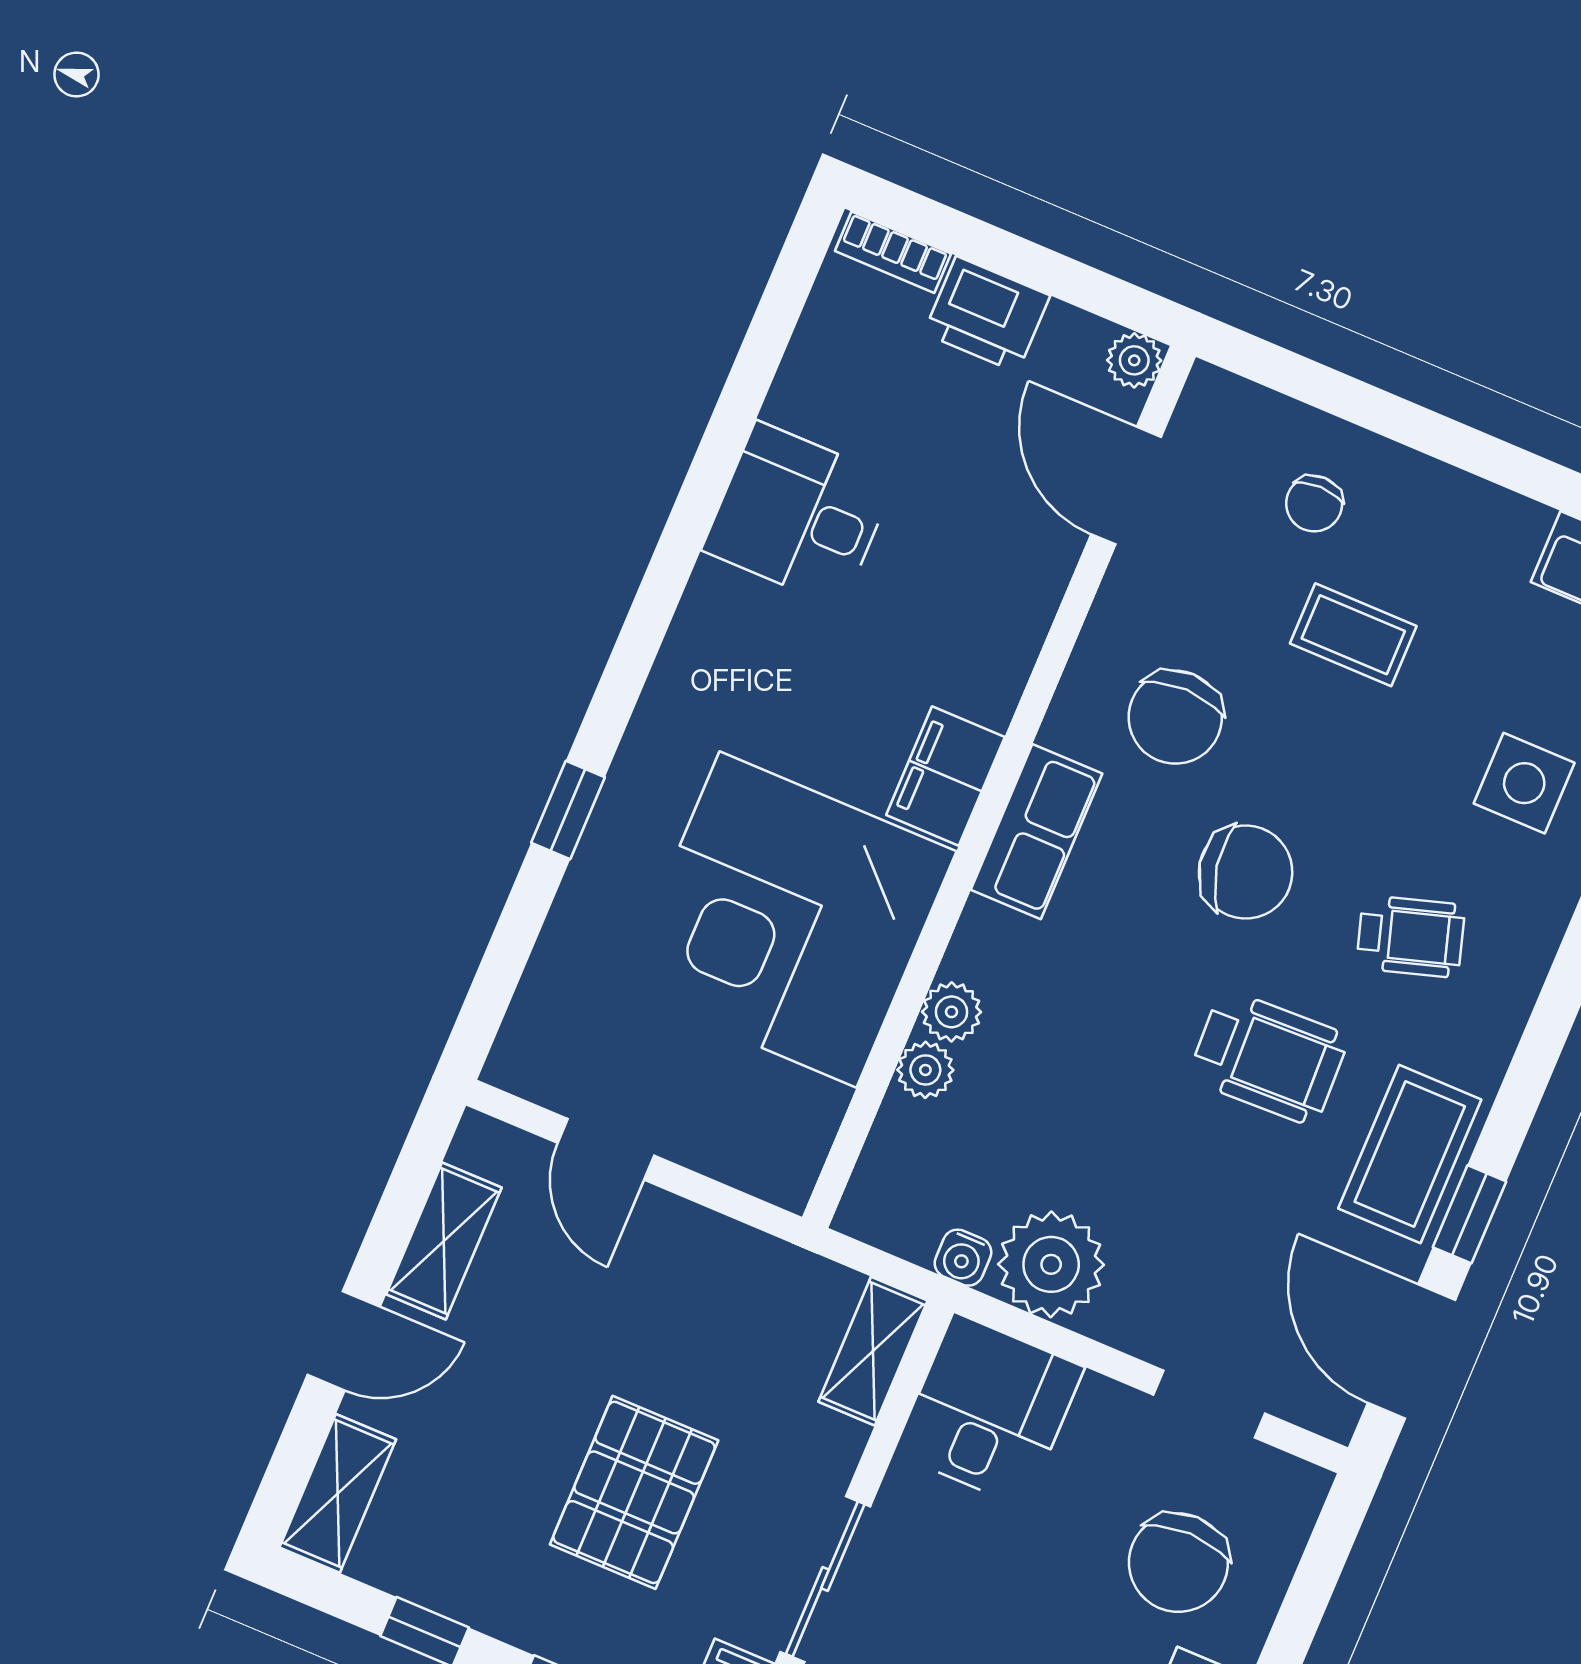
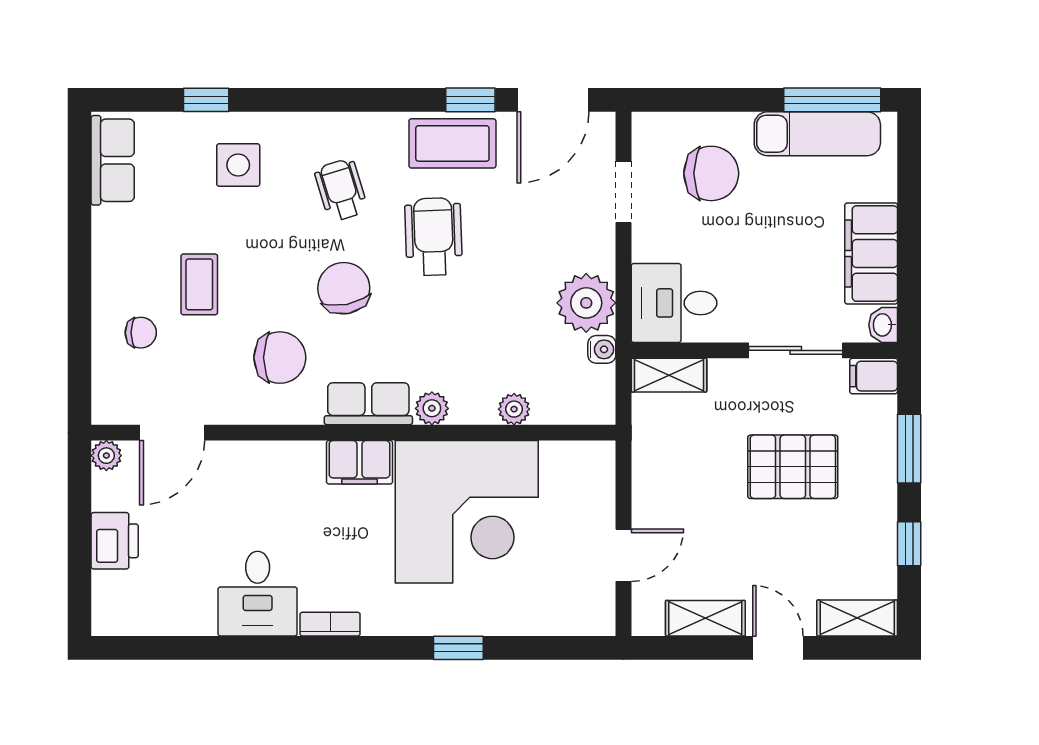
bookcase: (893, 252) -> (330, 624), moved, turned -90
plant: (952, 1012) -> (432, 408), moved

